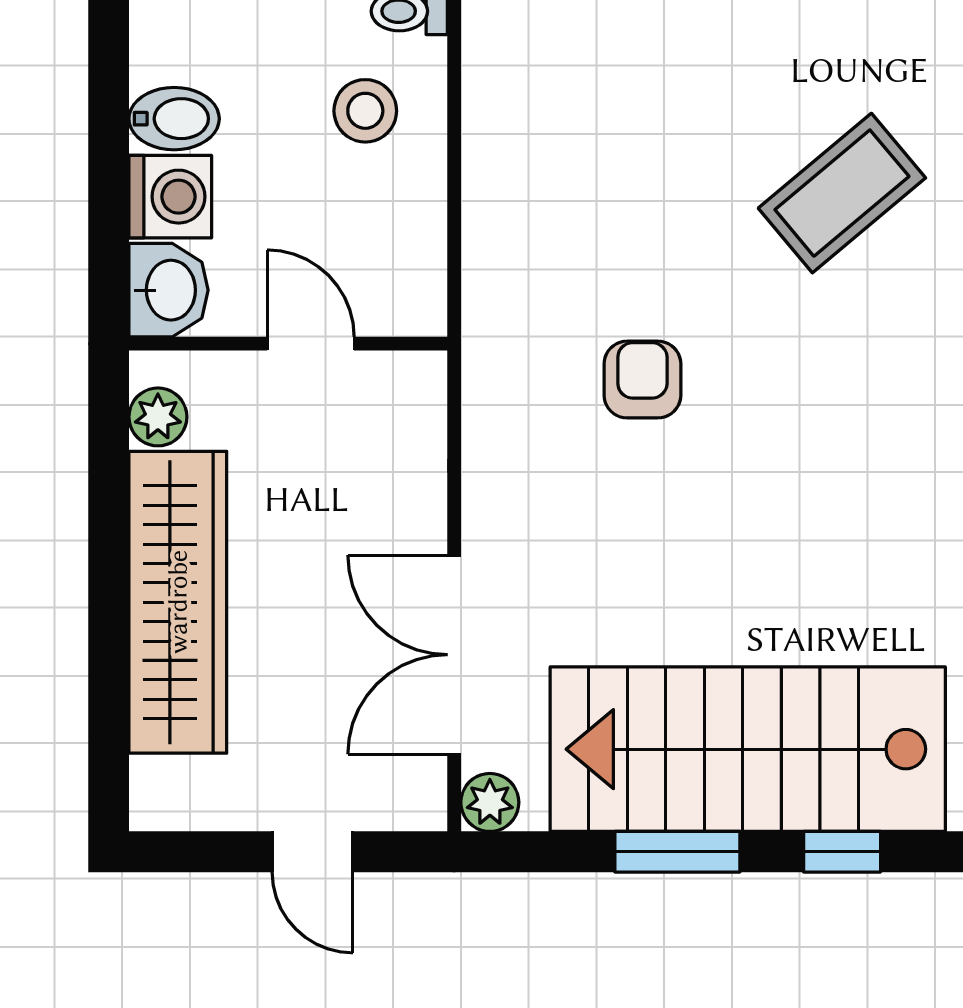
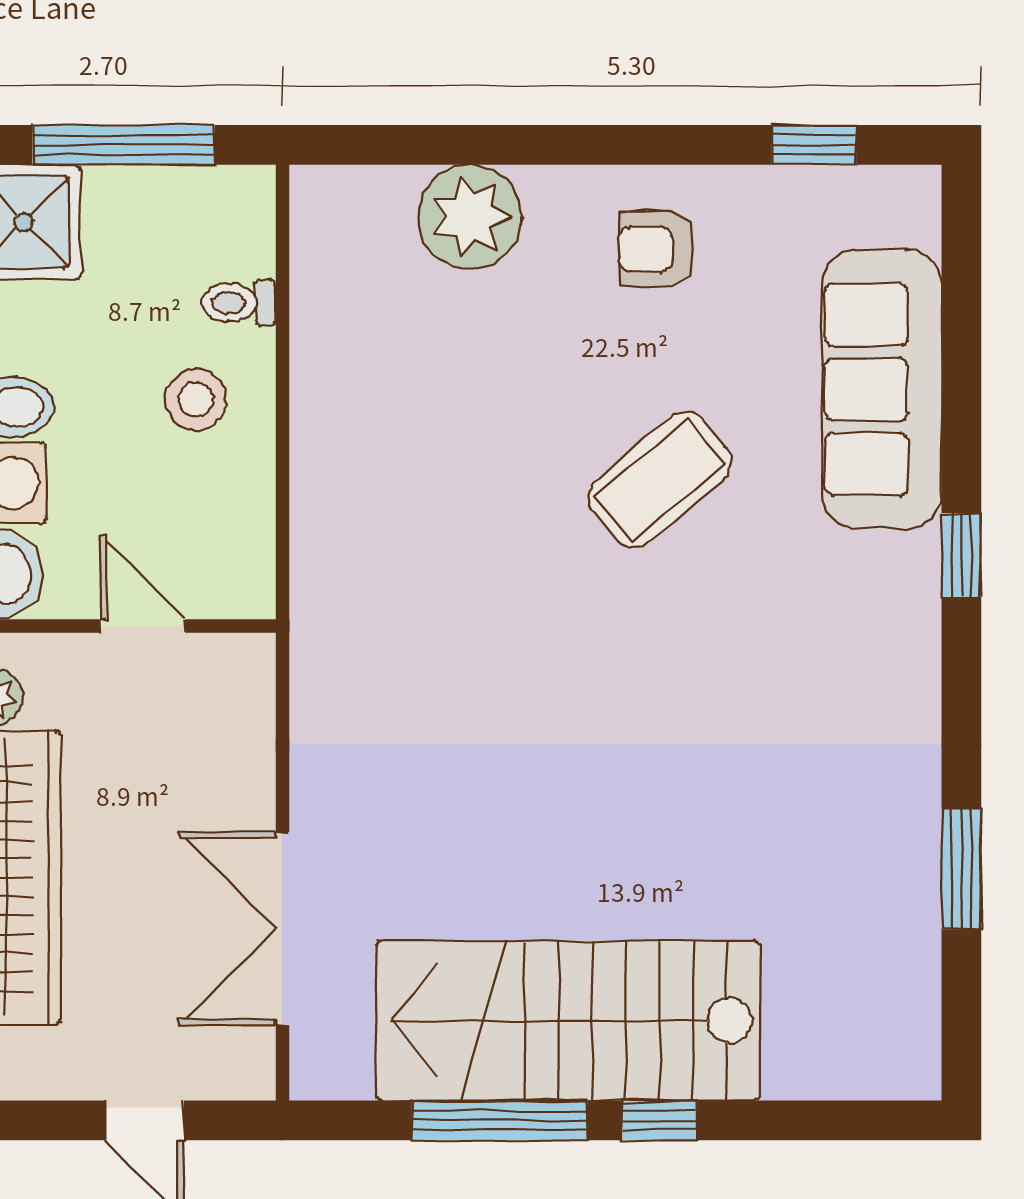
armchair: (642, 380) -> (466, 661), removed
plant: (490, 802) -> (317, 1072), removed
window: (677, 852) -> (500, 1120), width x1.44

